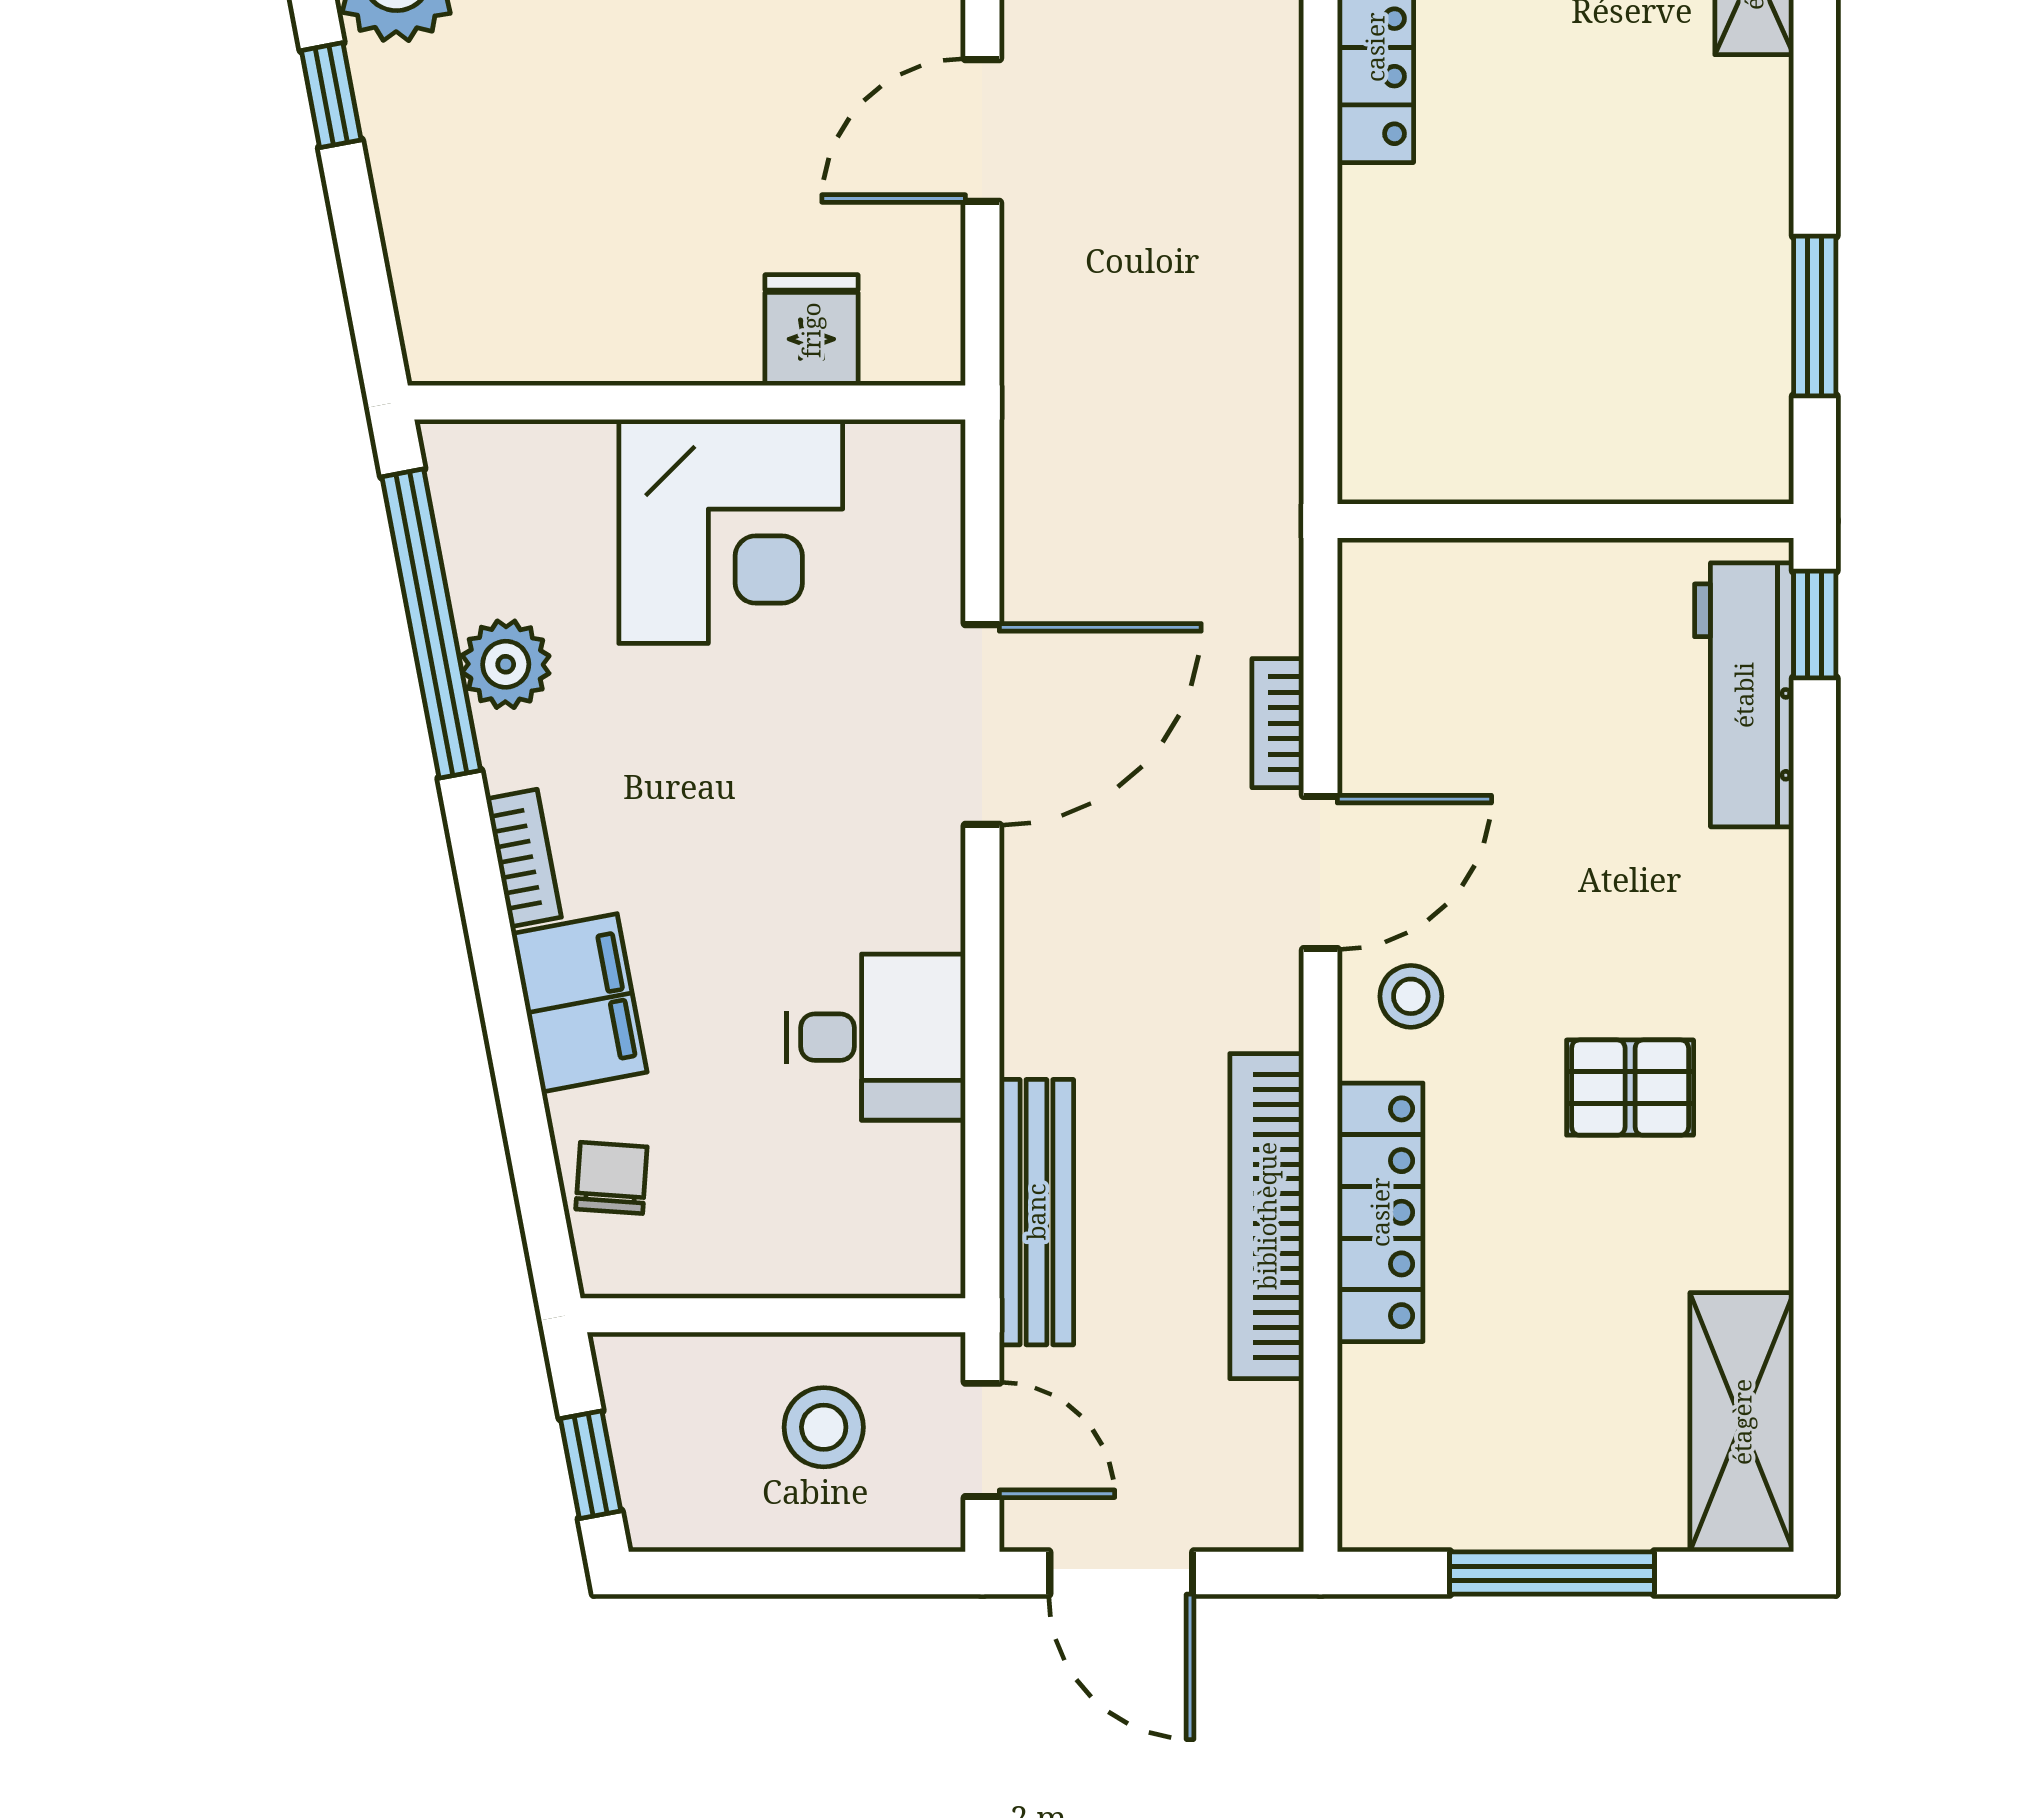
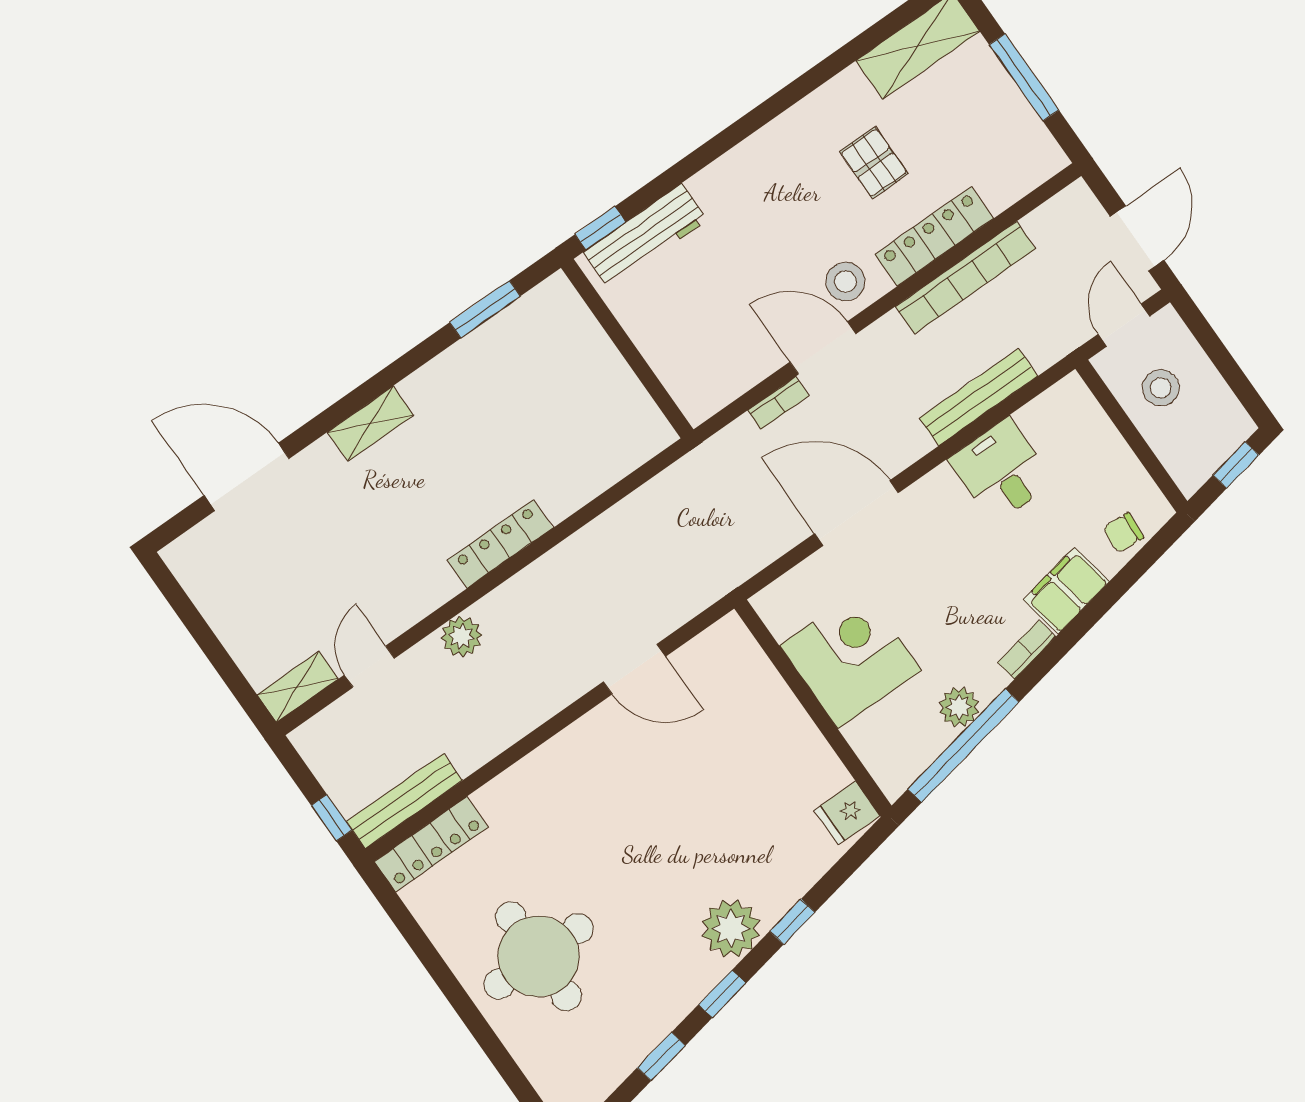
fridge: (811, 330) -> (847, 813), moved
stool: (1411, 996) -> (845, 282), width x1.37, depth x1.37
pallet: (1630, 1088) -> (874, 163), moved
bench: (1036, 1212) -> (978, 397), moved

